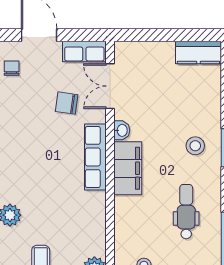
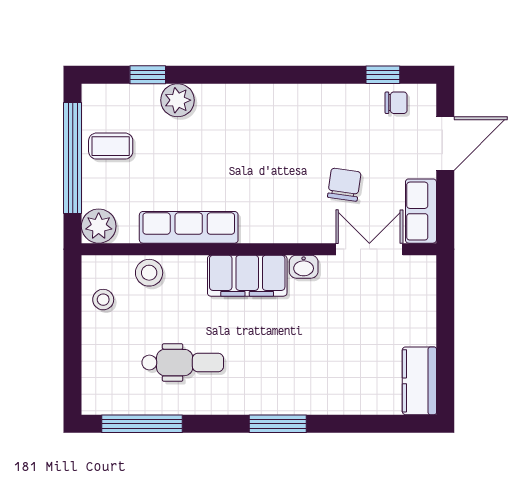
stool: (195, 146) -> (149, 273), moved
row of seats: (95, 157) -> (189, 227), moved

